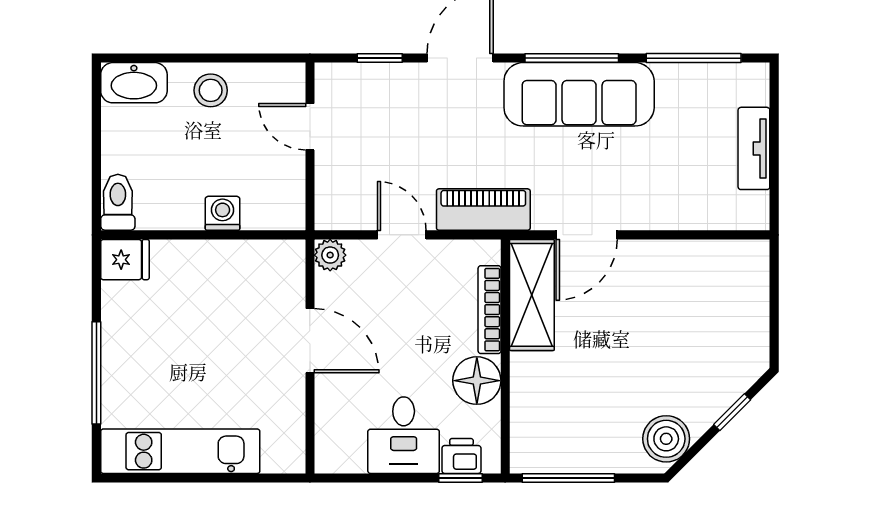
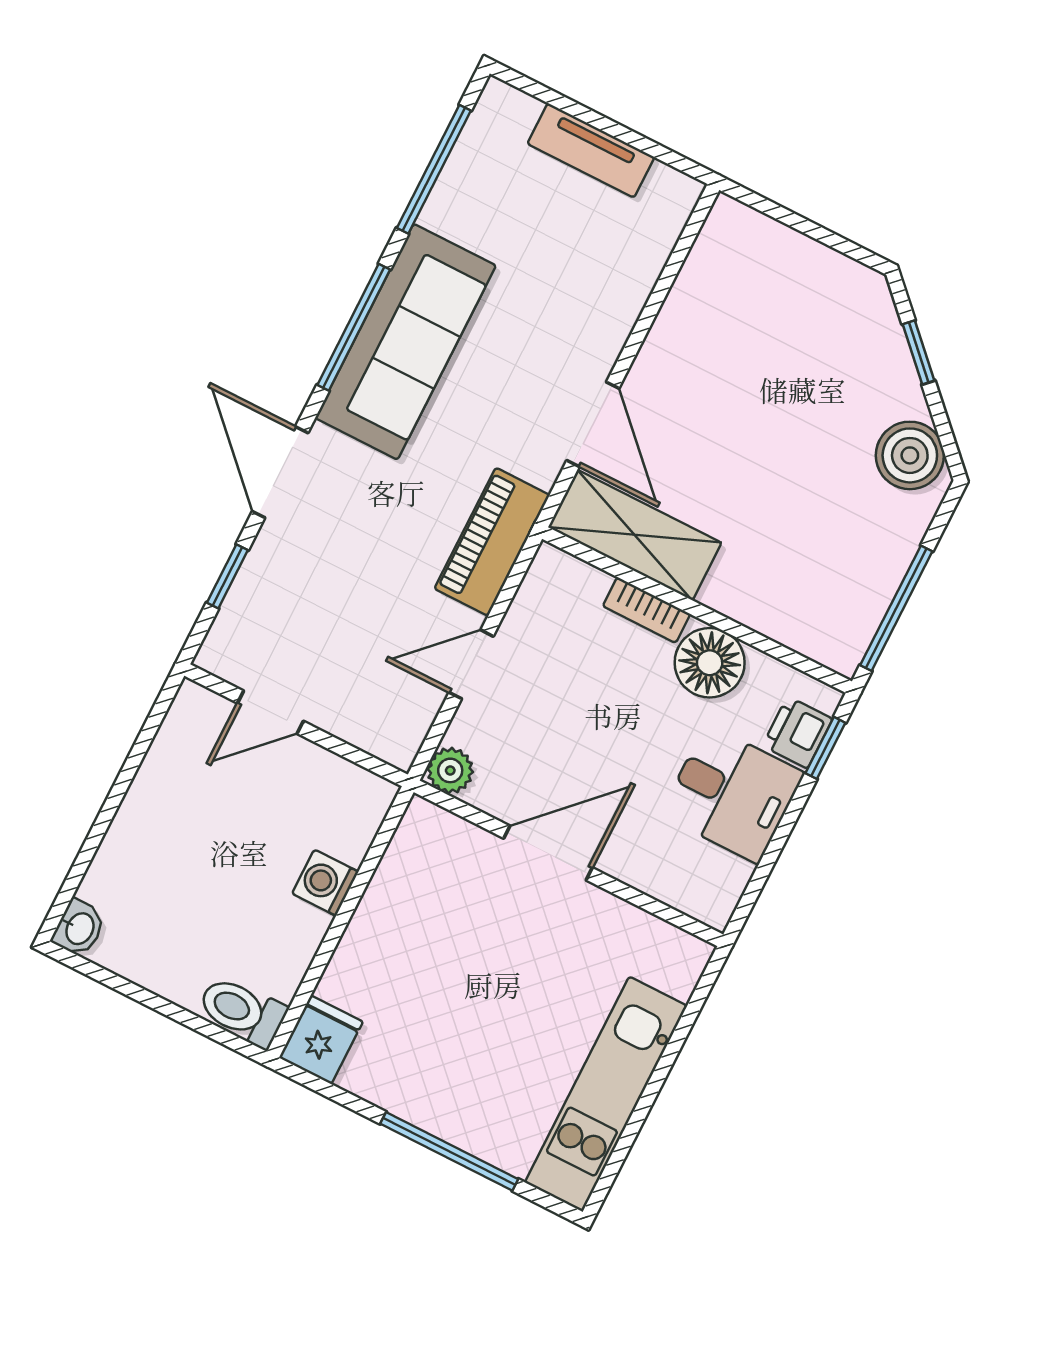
washbasin: (134, 83) -> (79, 928), width x0.52, depth x0.69
stool: (211, 90) -> (158, 817), removed
bookcase: (490, 310) -> (646, 610), width x0.64

